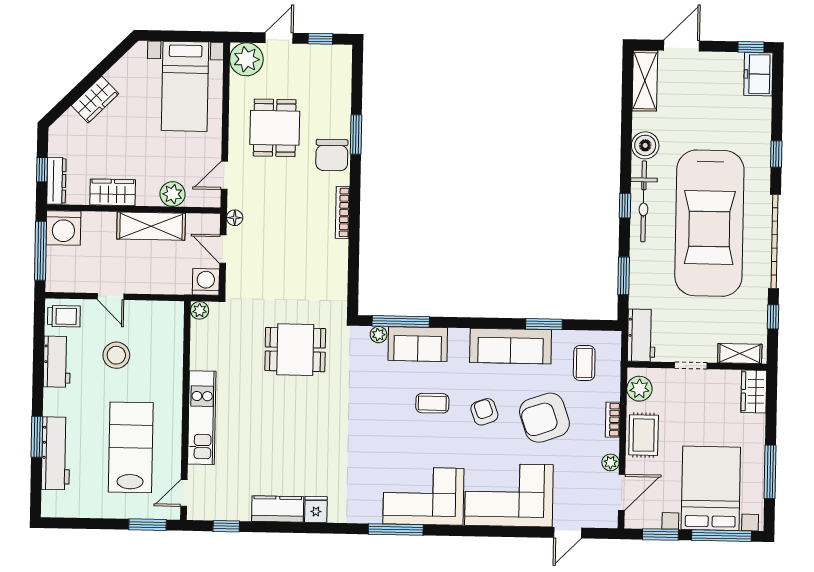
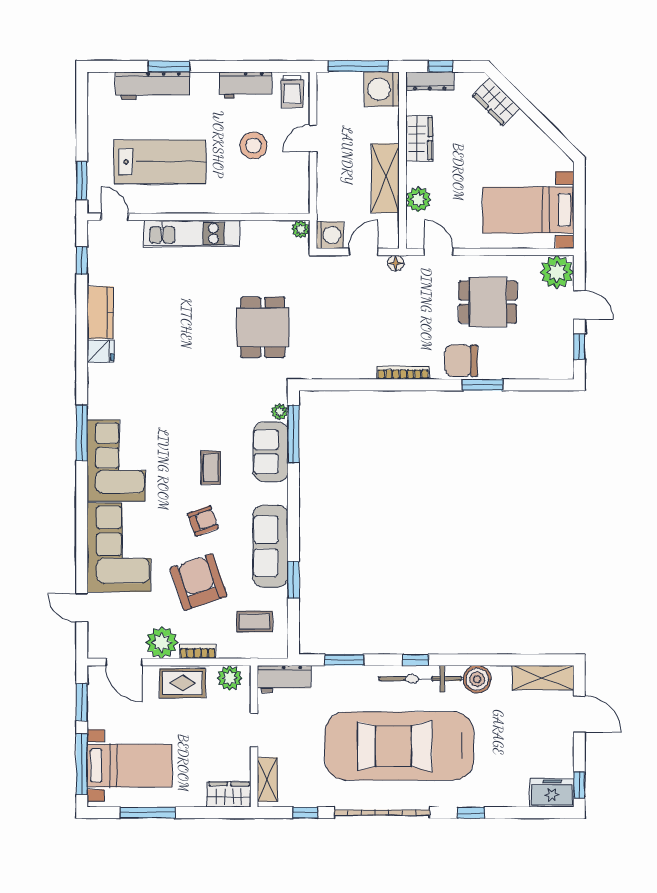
wardrobe: (95, 100) -> (496, 102), moved
plant: (610, 462) -> (162, 642), width x1.88, depth x1.88
bed with nightstands: (711, 488) -> (130, 766), width x0.73

